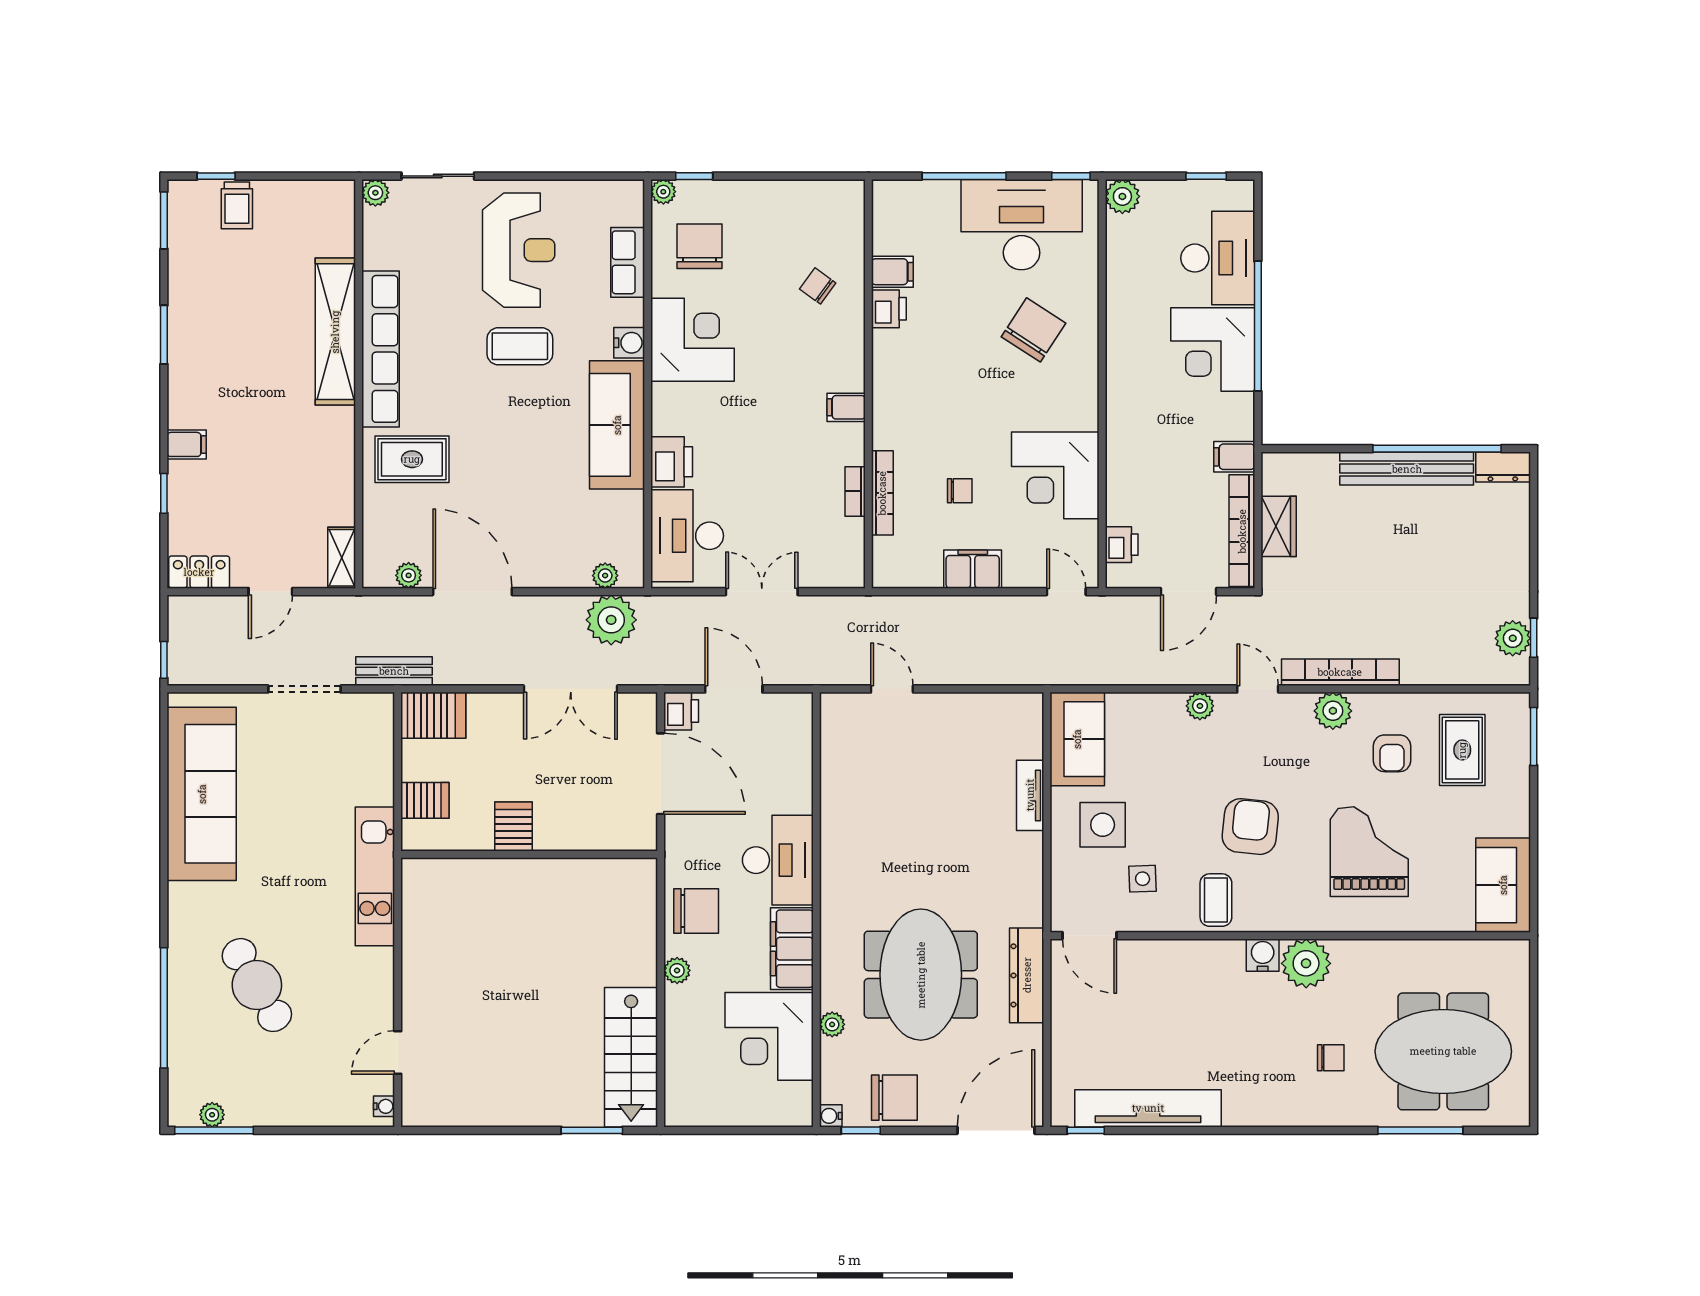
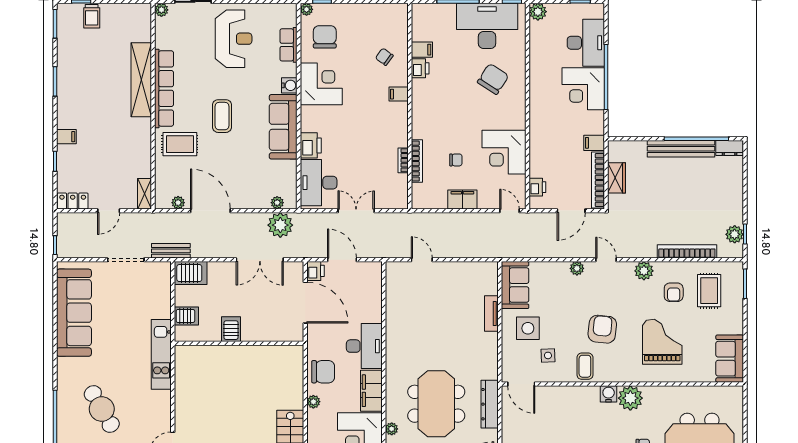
coffee table: (520, 346) -> (222, 116), moved, turned 90
filing cabinet: (846, 407) -> (399, 94), moved
bookcase: (1340, 672) -> (687, 251), moved

